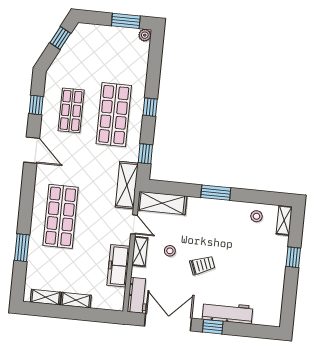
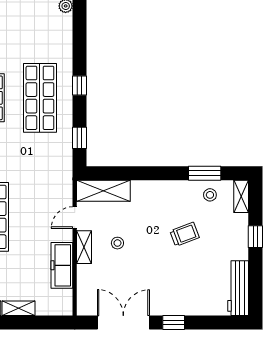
shelving: (127, 185) -> (62, 175), removed
window: (216, 193) -> (205, 173), moved
door: (134, 224) -> (75, 218), swing flipped
trolley: (202, 265) -> (185, 234), moved
workbench: (138, 295) -> (87, 296), removed
workbench: (228, 313) -> (238, 288), moved, turned -90

